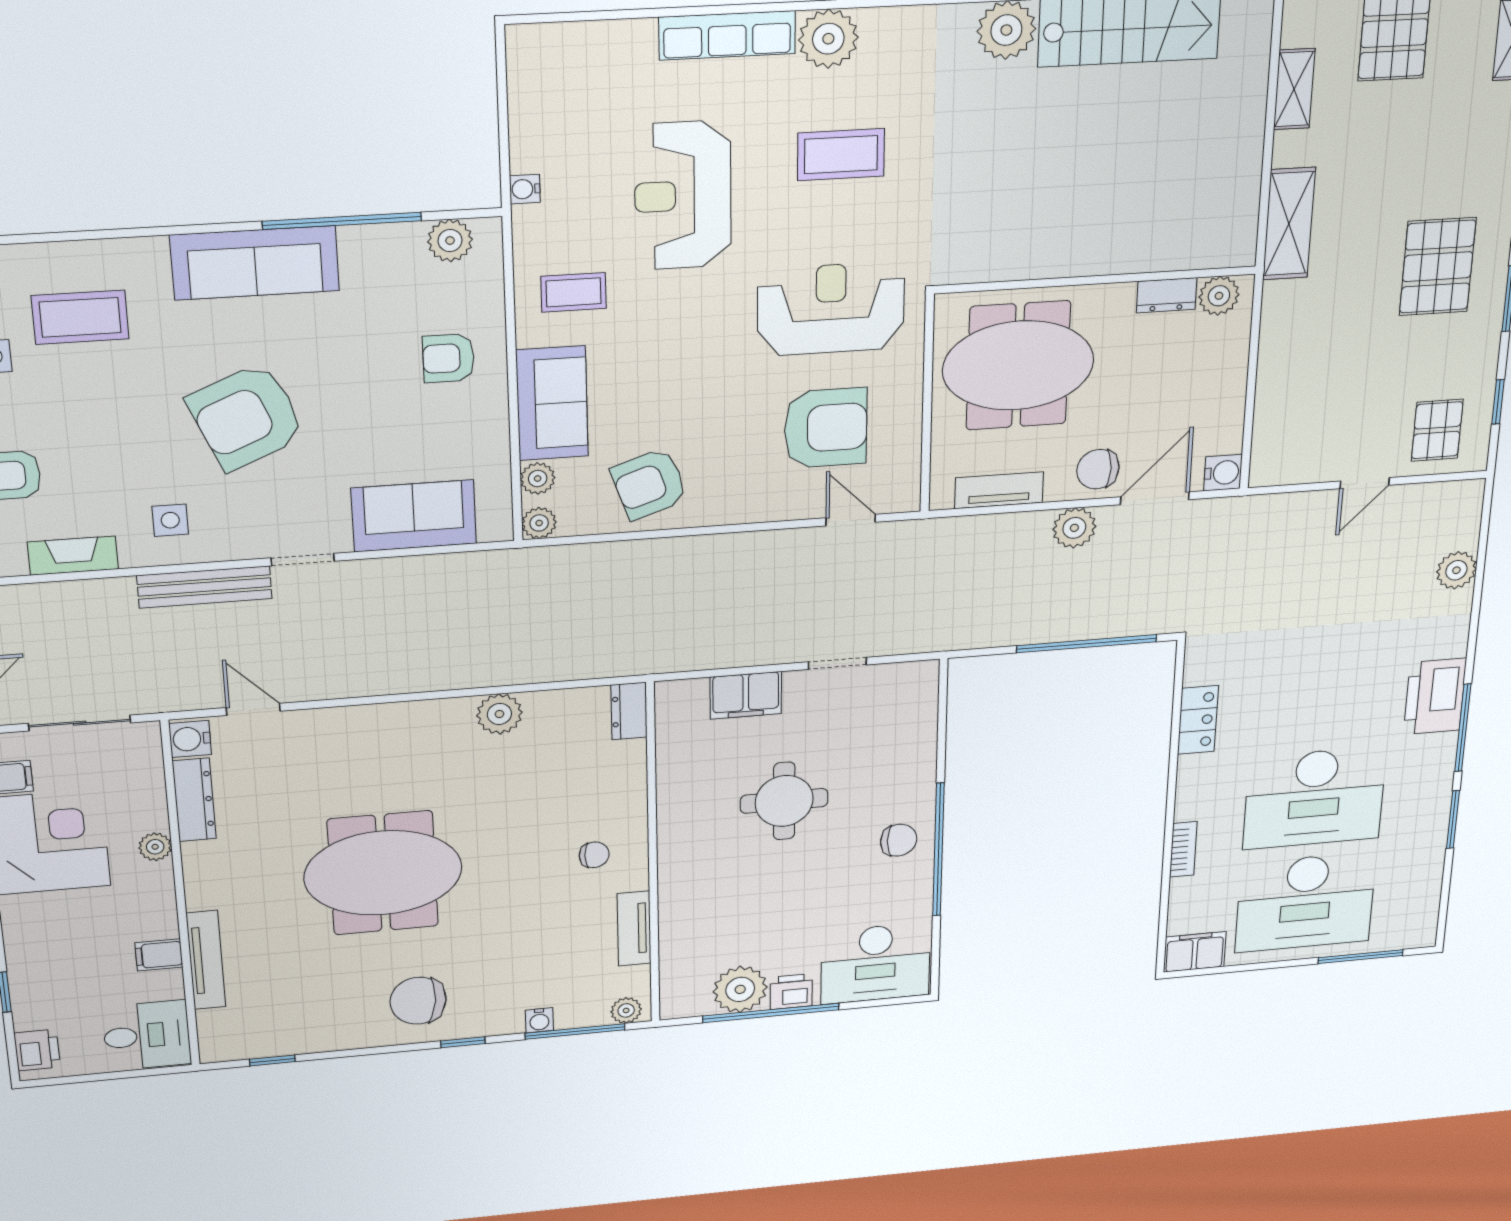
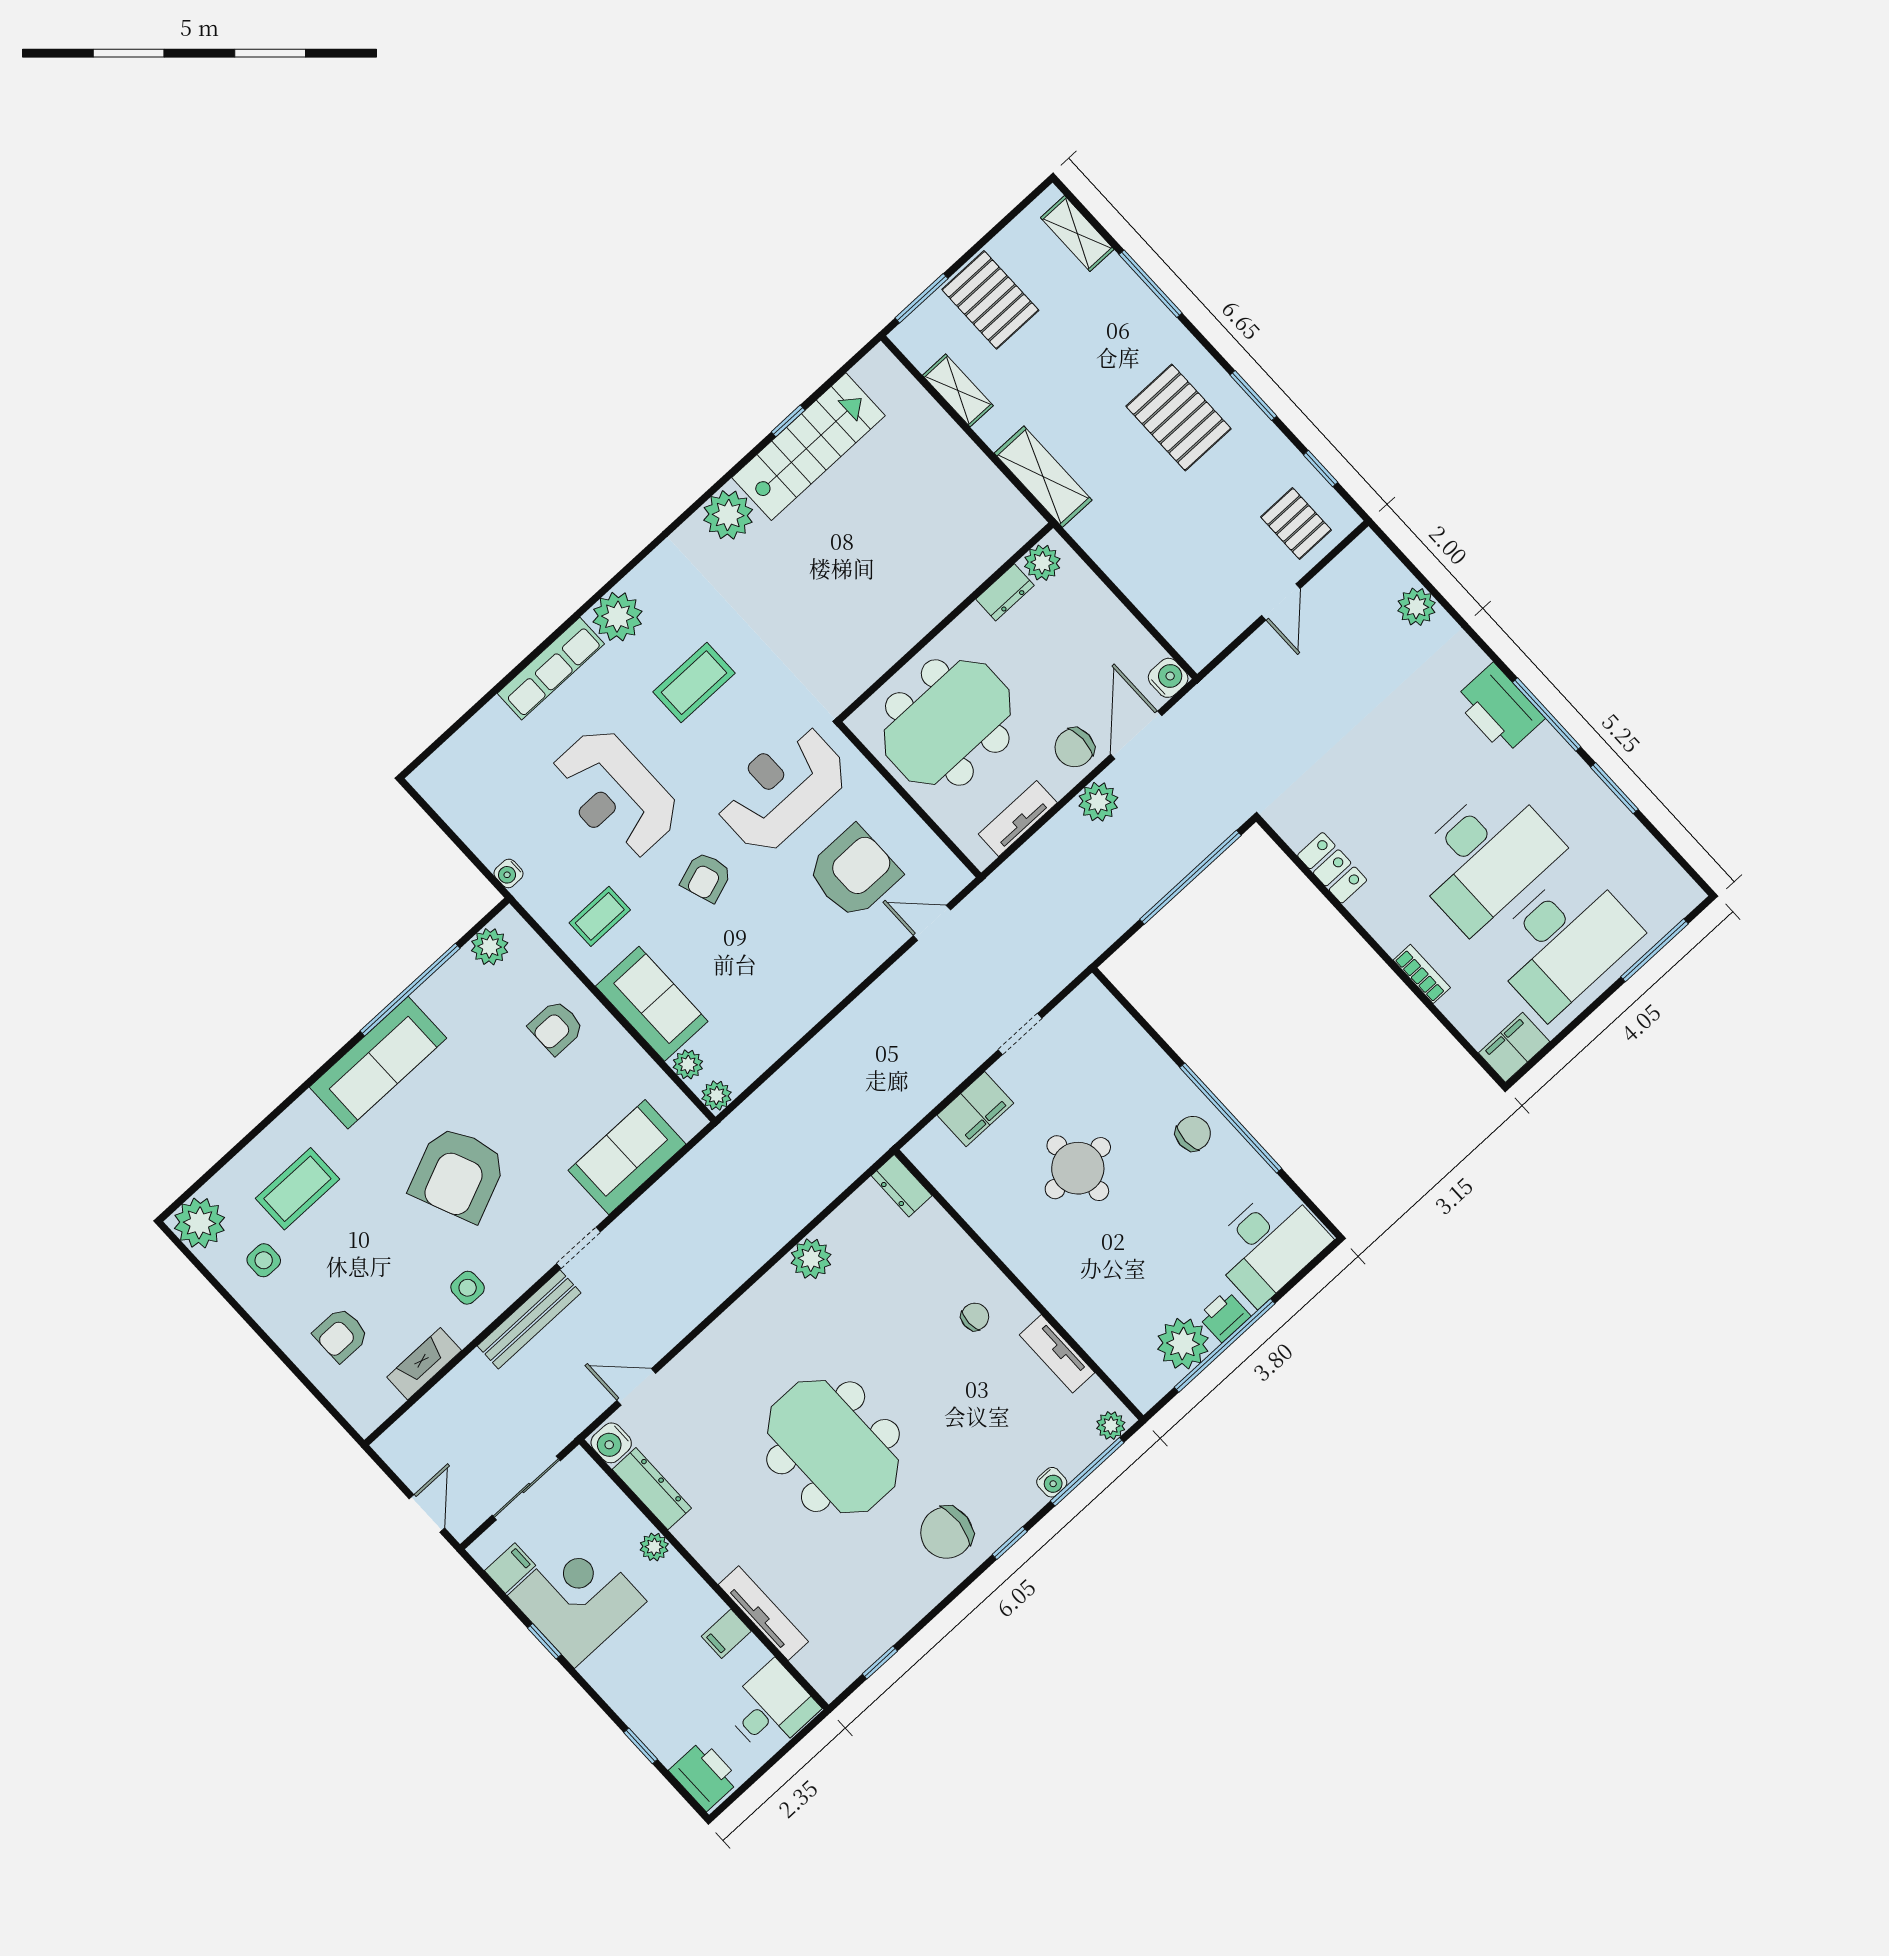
armchair: (649, 484) -> (706, 877), moved, width x0.72, depth x0.72
meeting table: (383, 873) -> (833, 1447), turned 90
printer: (37, 1050) -> (704, 1775), width x1.36, depth x1.24

